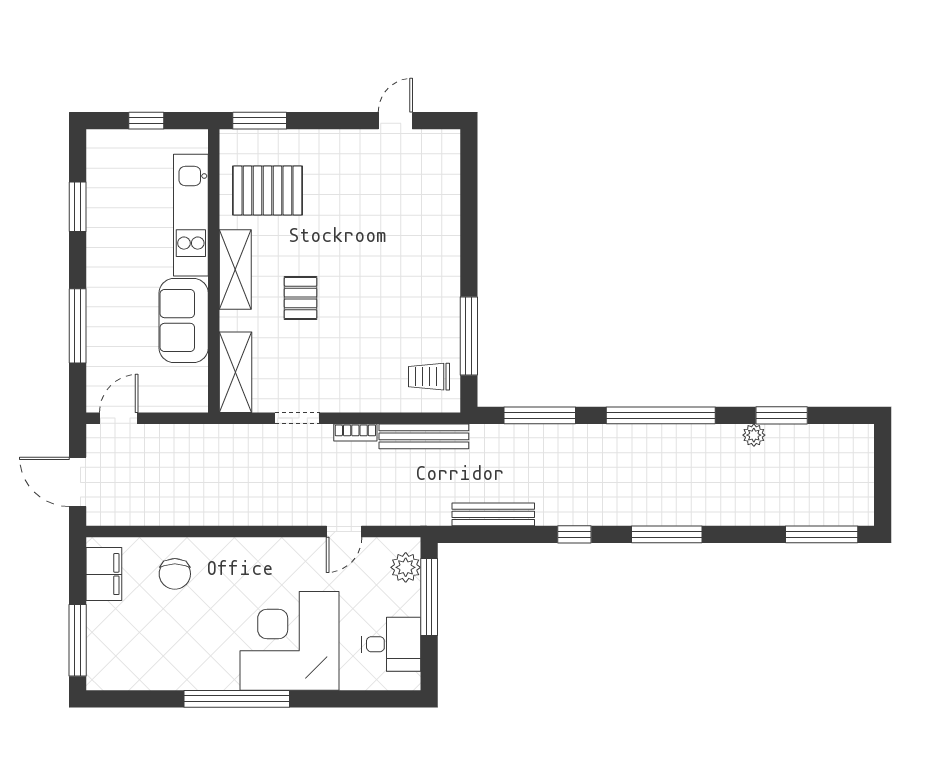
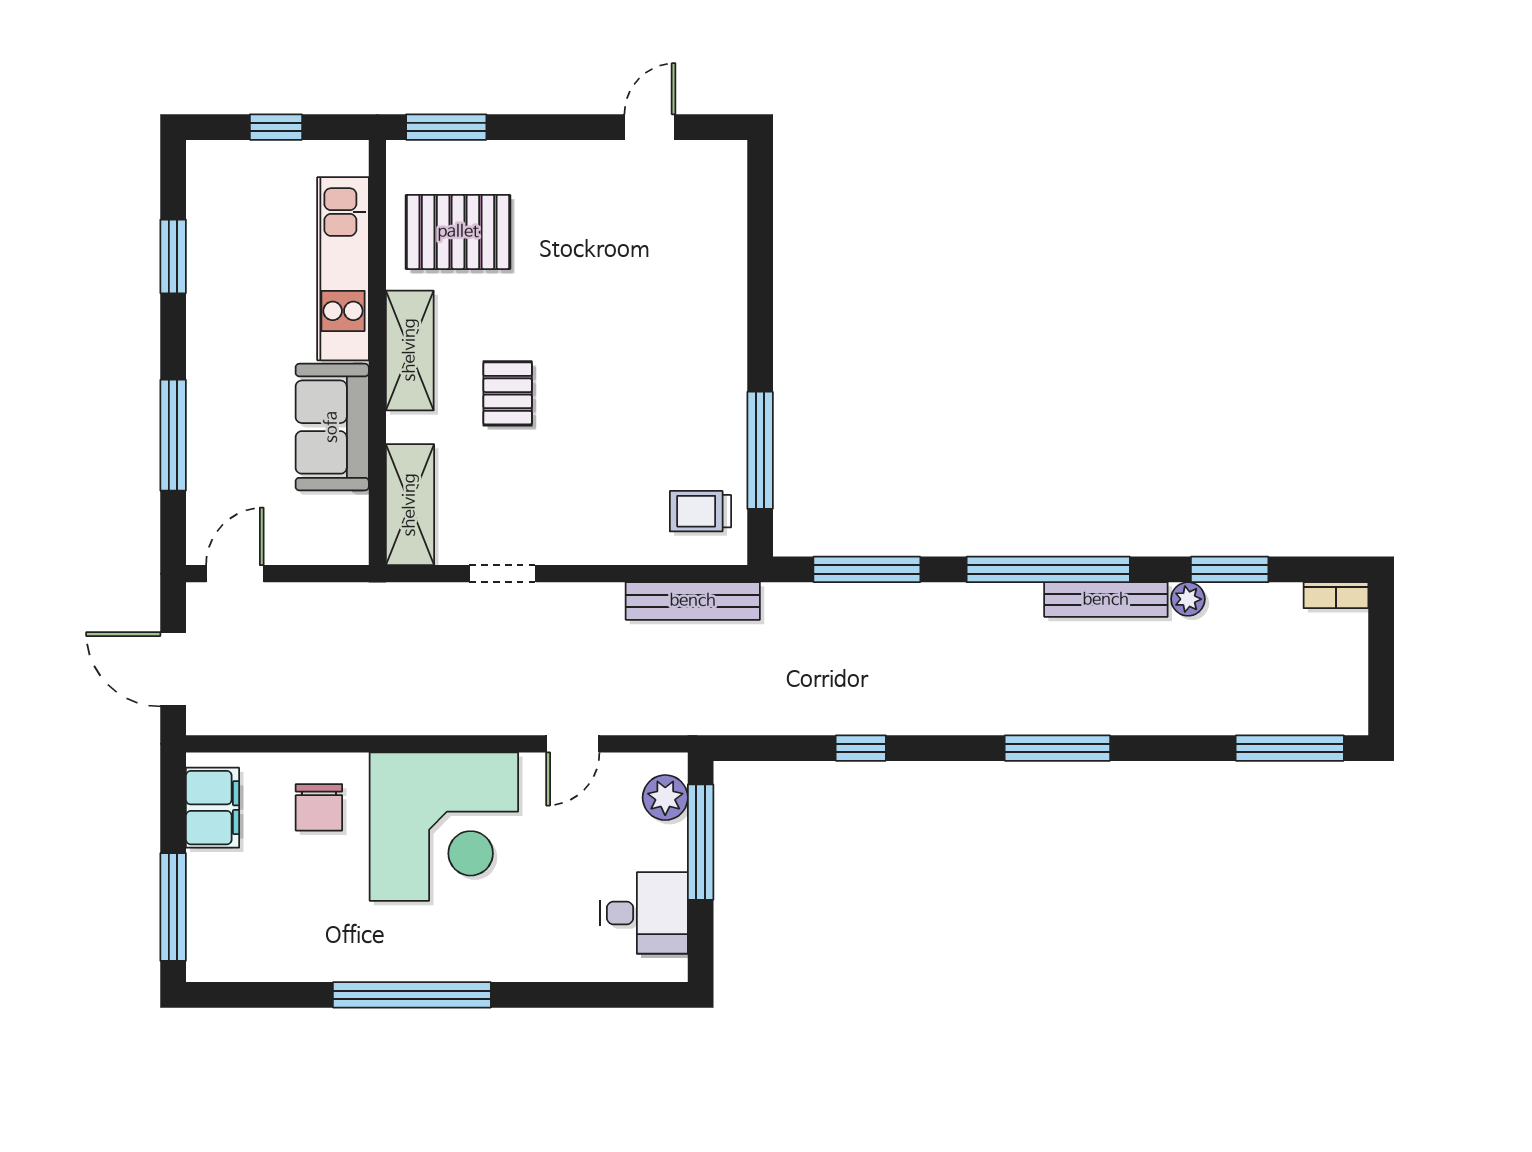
bookcase: (355, 433) -> (1336, 595), moved
bench: (493, 514) -> (1106, 600), moved
window: (574, 534) -> (861, 748), moved
corner desk: (289, 641) -> (444, 827), moved, turned 180

